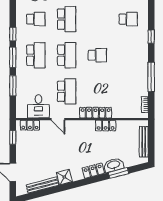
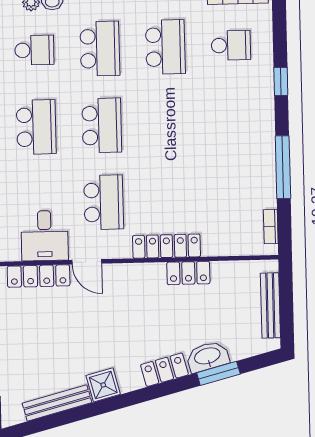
school desk: (97, 55) -> (165, 47), moved, width x1.85
locker: (30, 125) -> (39, 276), width x1.53

